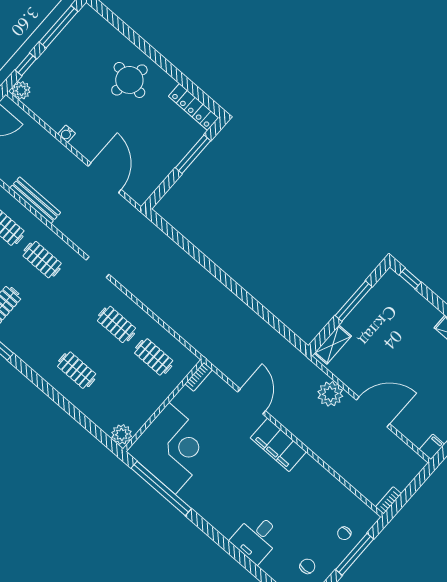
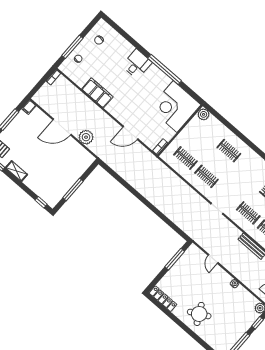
round table: (129, 80) -> (199, 314), turned -38
window: (193, 154) -> (175, 259), moved
door: (105, 178) -> (213, 259), width x0.53
shelving: (333, 345) -> (85, 165), removed
door: (252, 401) -> (130, 133), hinge flipped
filing cabinet: (278, 445) -> (97, 93), moved
window: (161, 488) -> (165, 69), moved
desk: (256, 538) -> (137, 64), moved

